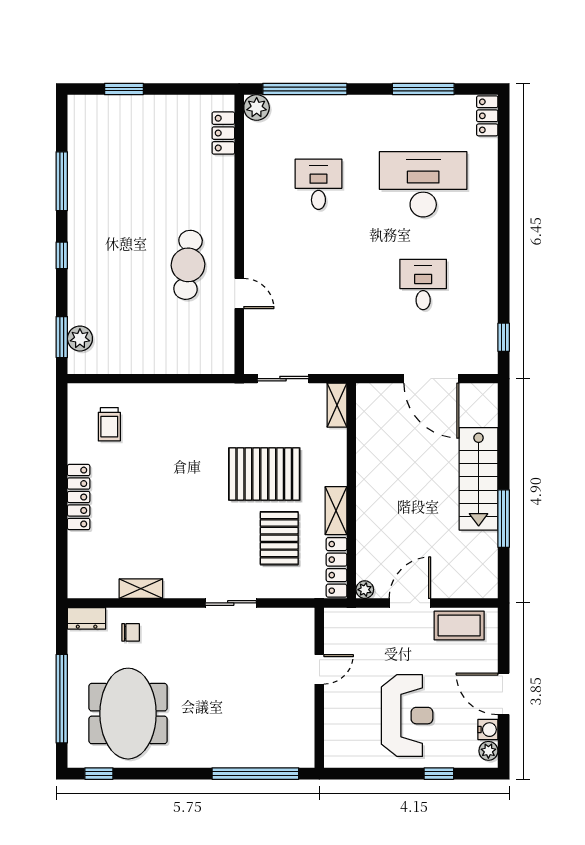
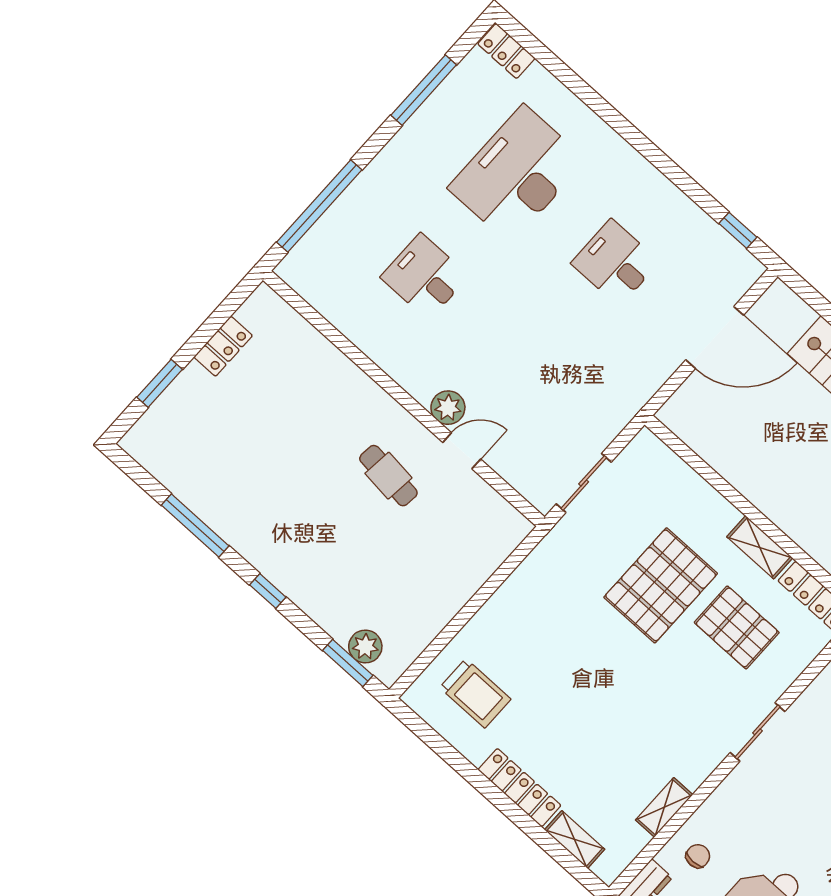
plant: (257, 108) -> (448, 408), moved
locker: (223, 133) -> (223, 346), moved, turned -90
cafe table: (188, 265) -> (388, 476), width x0.73, depth x0.74
shelving: (337, 405) -> (575, 840), moved
trolley: (109, 424) -> (475, 693), width x1.36, depth x1.39

